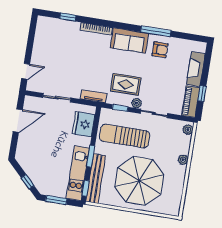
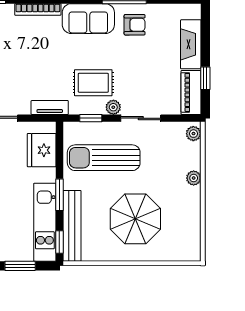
parasol: (139, 181) -> (135, 219), width x0.73, depth x0.73

